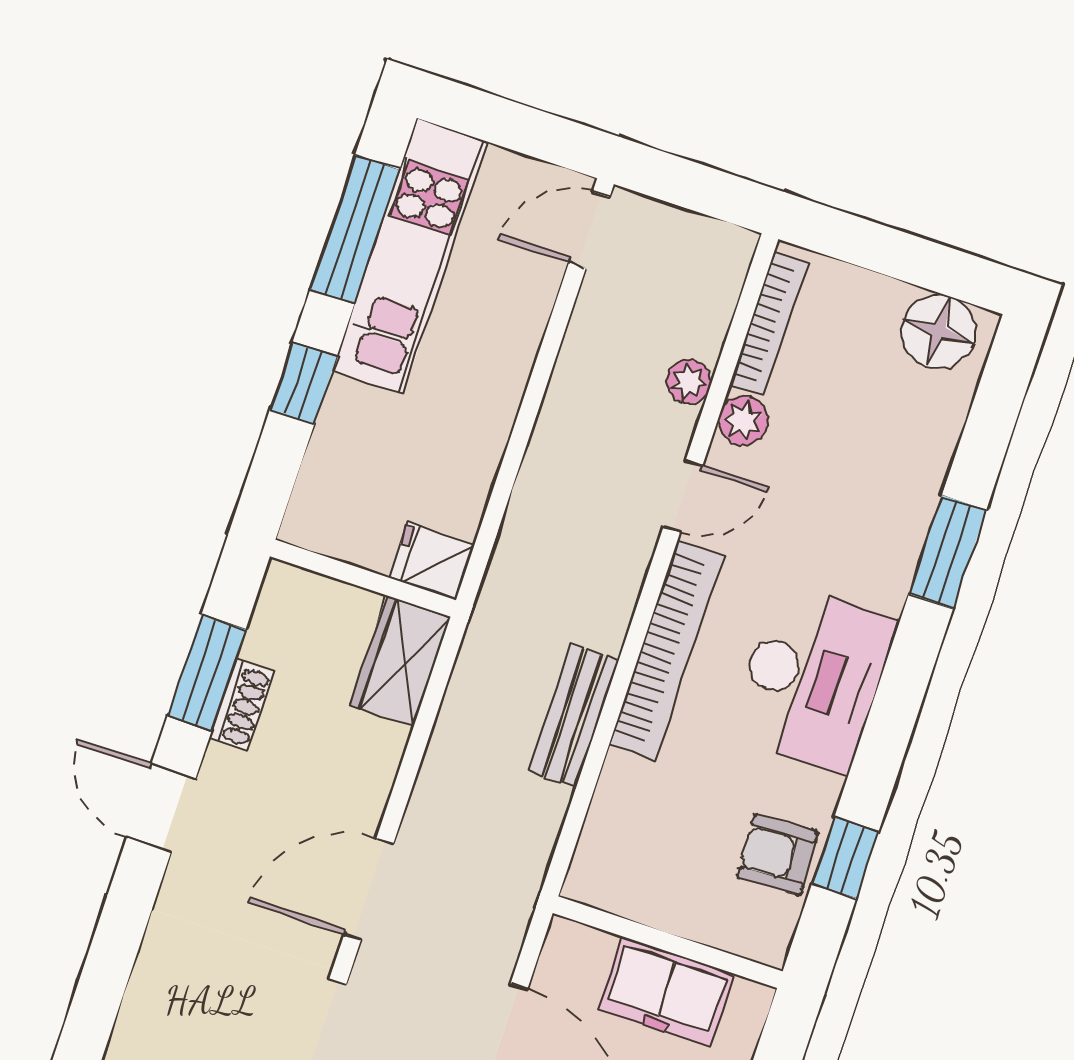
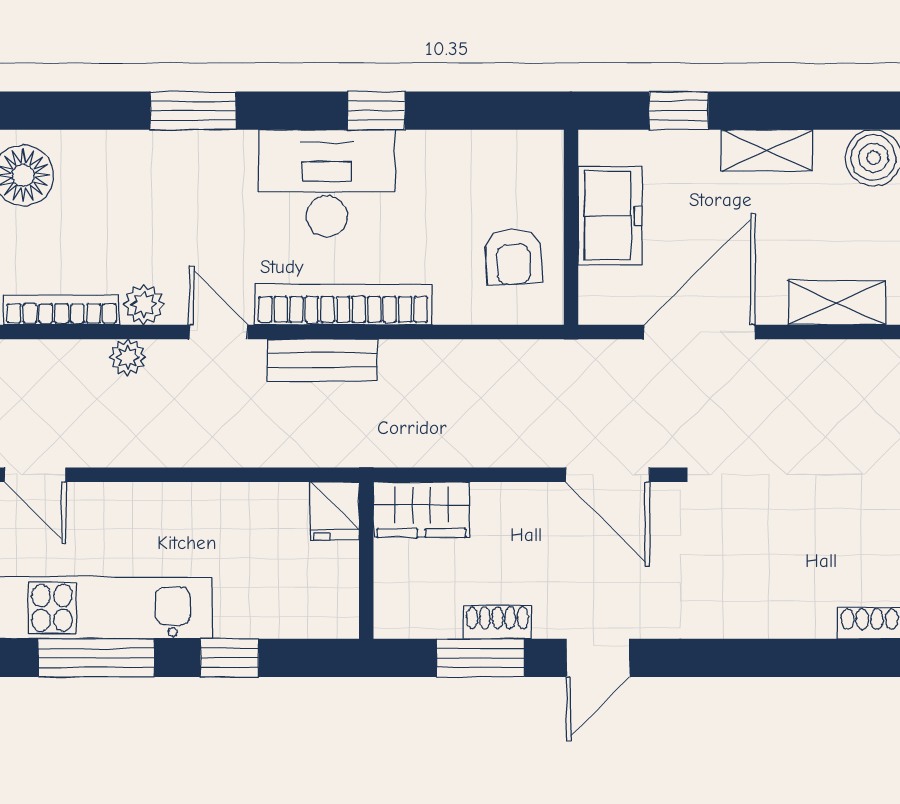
bench: (573, 716) -> (323, 360), moved
armchair: (777, 855) -> (513, 257), moved
window: (845, 858) -> (376, 111), moved

